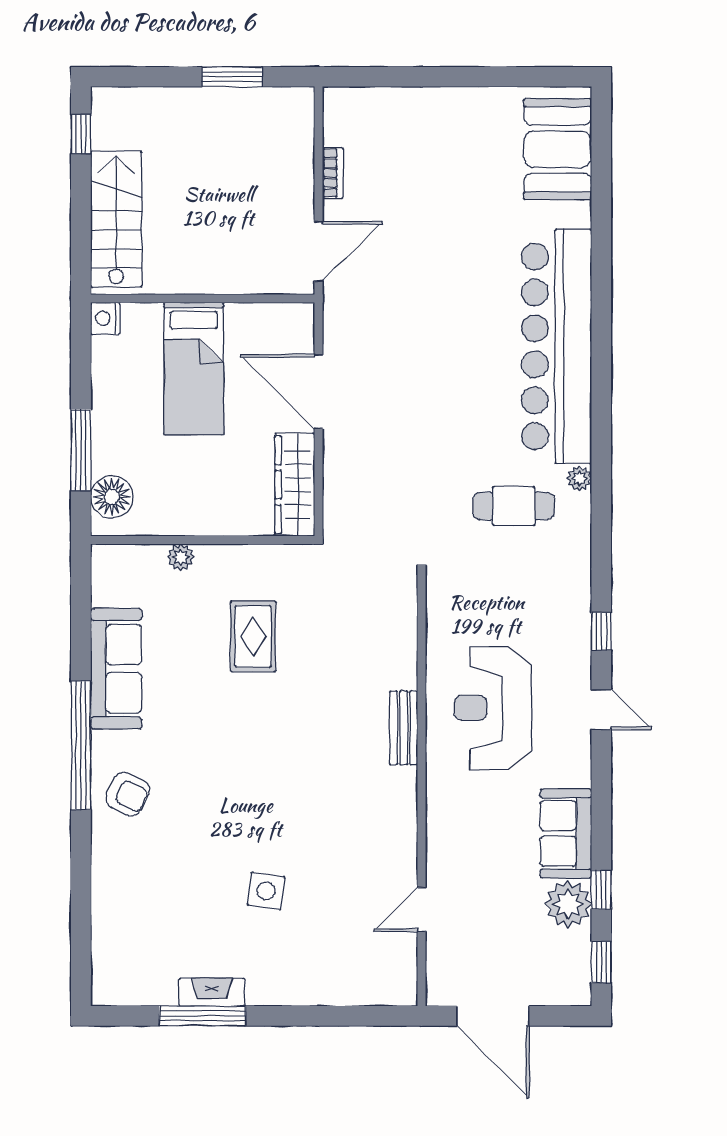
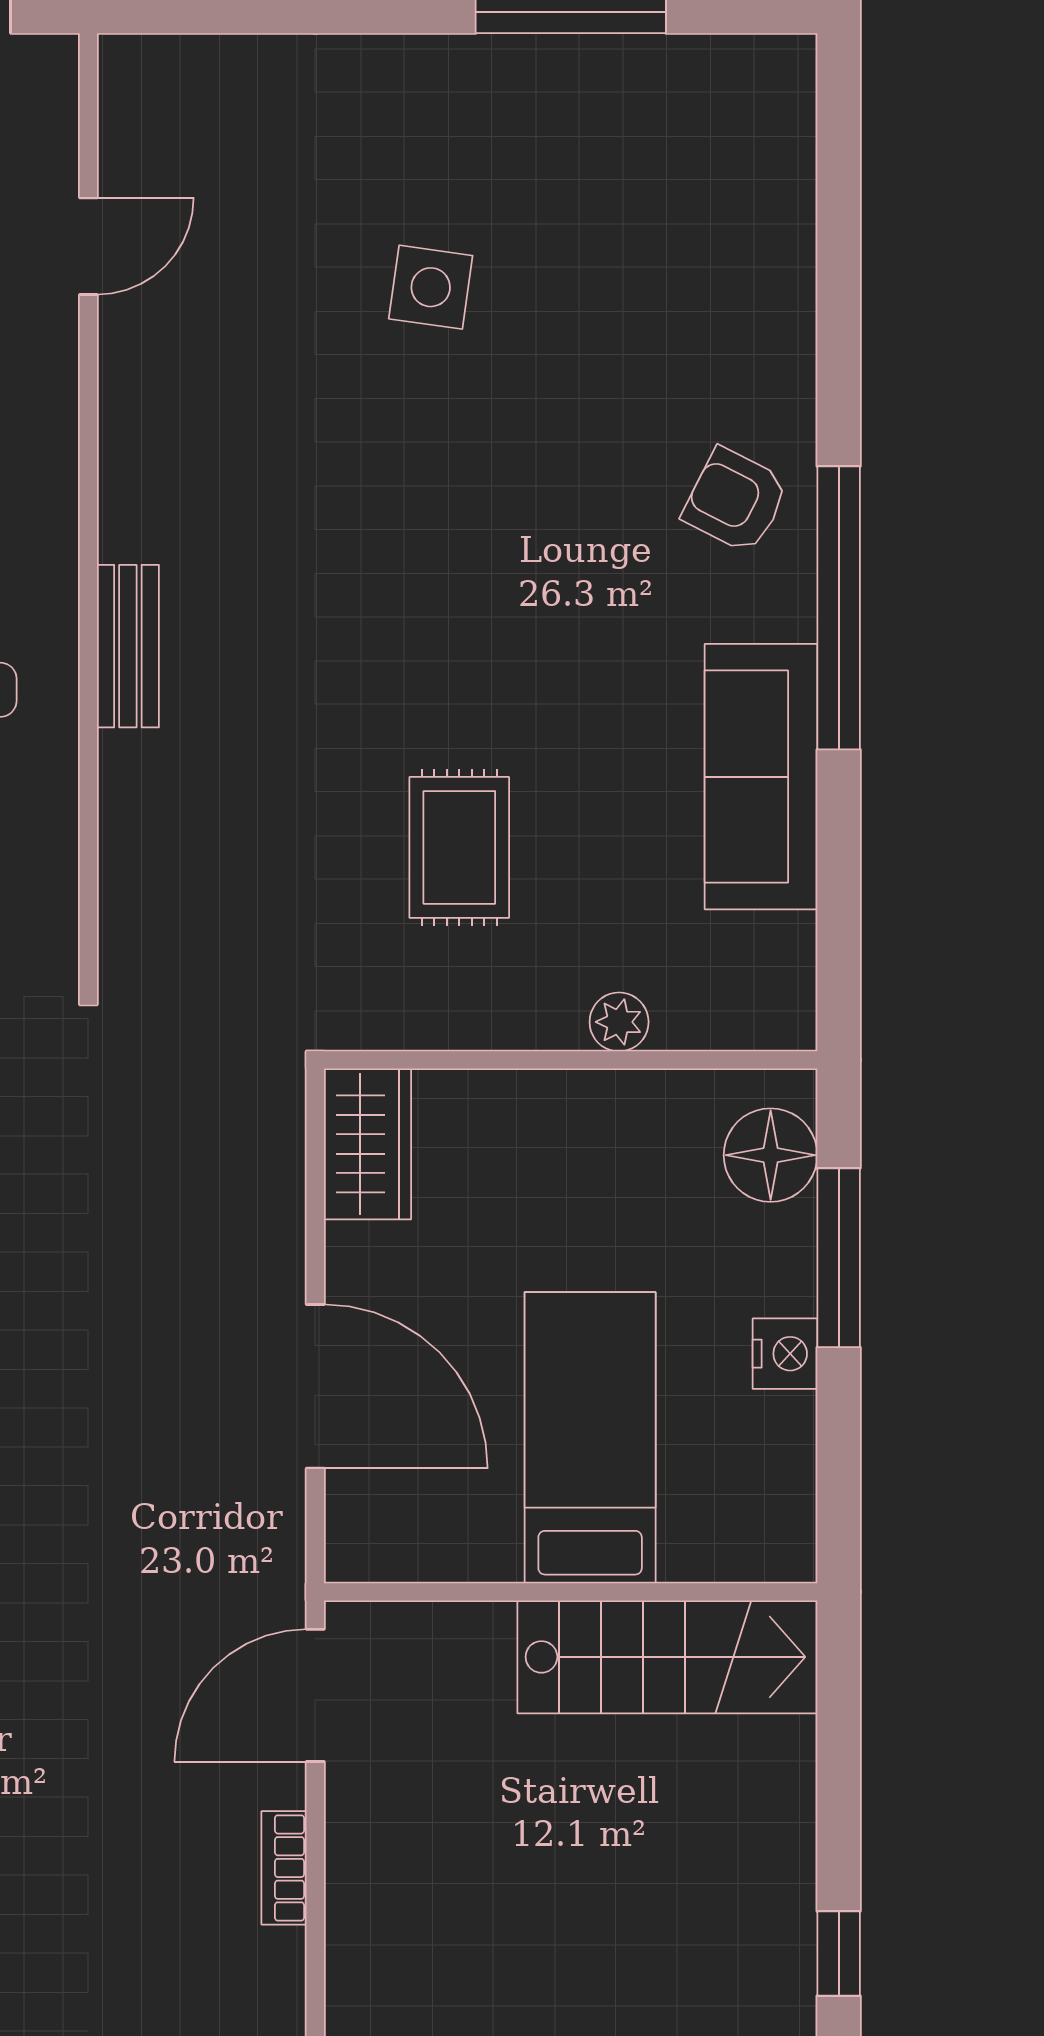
stairs: (116, 219) -> (667, 1657), moved, turned -90
nightstand: (105, 318) -> (785, 1354), moved
wardrobe: (295, 485) -> (367, 1144), width x0.67
fireplace: (212, 992) -> (550, 64), removed

